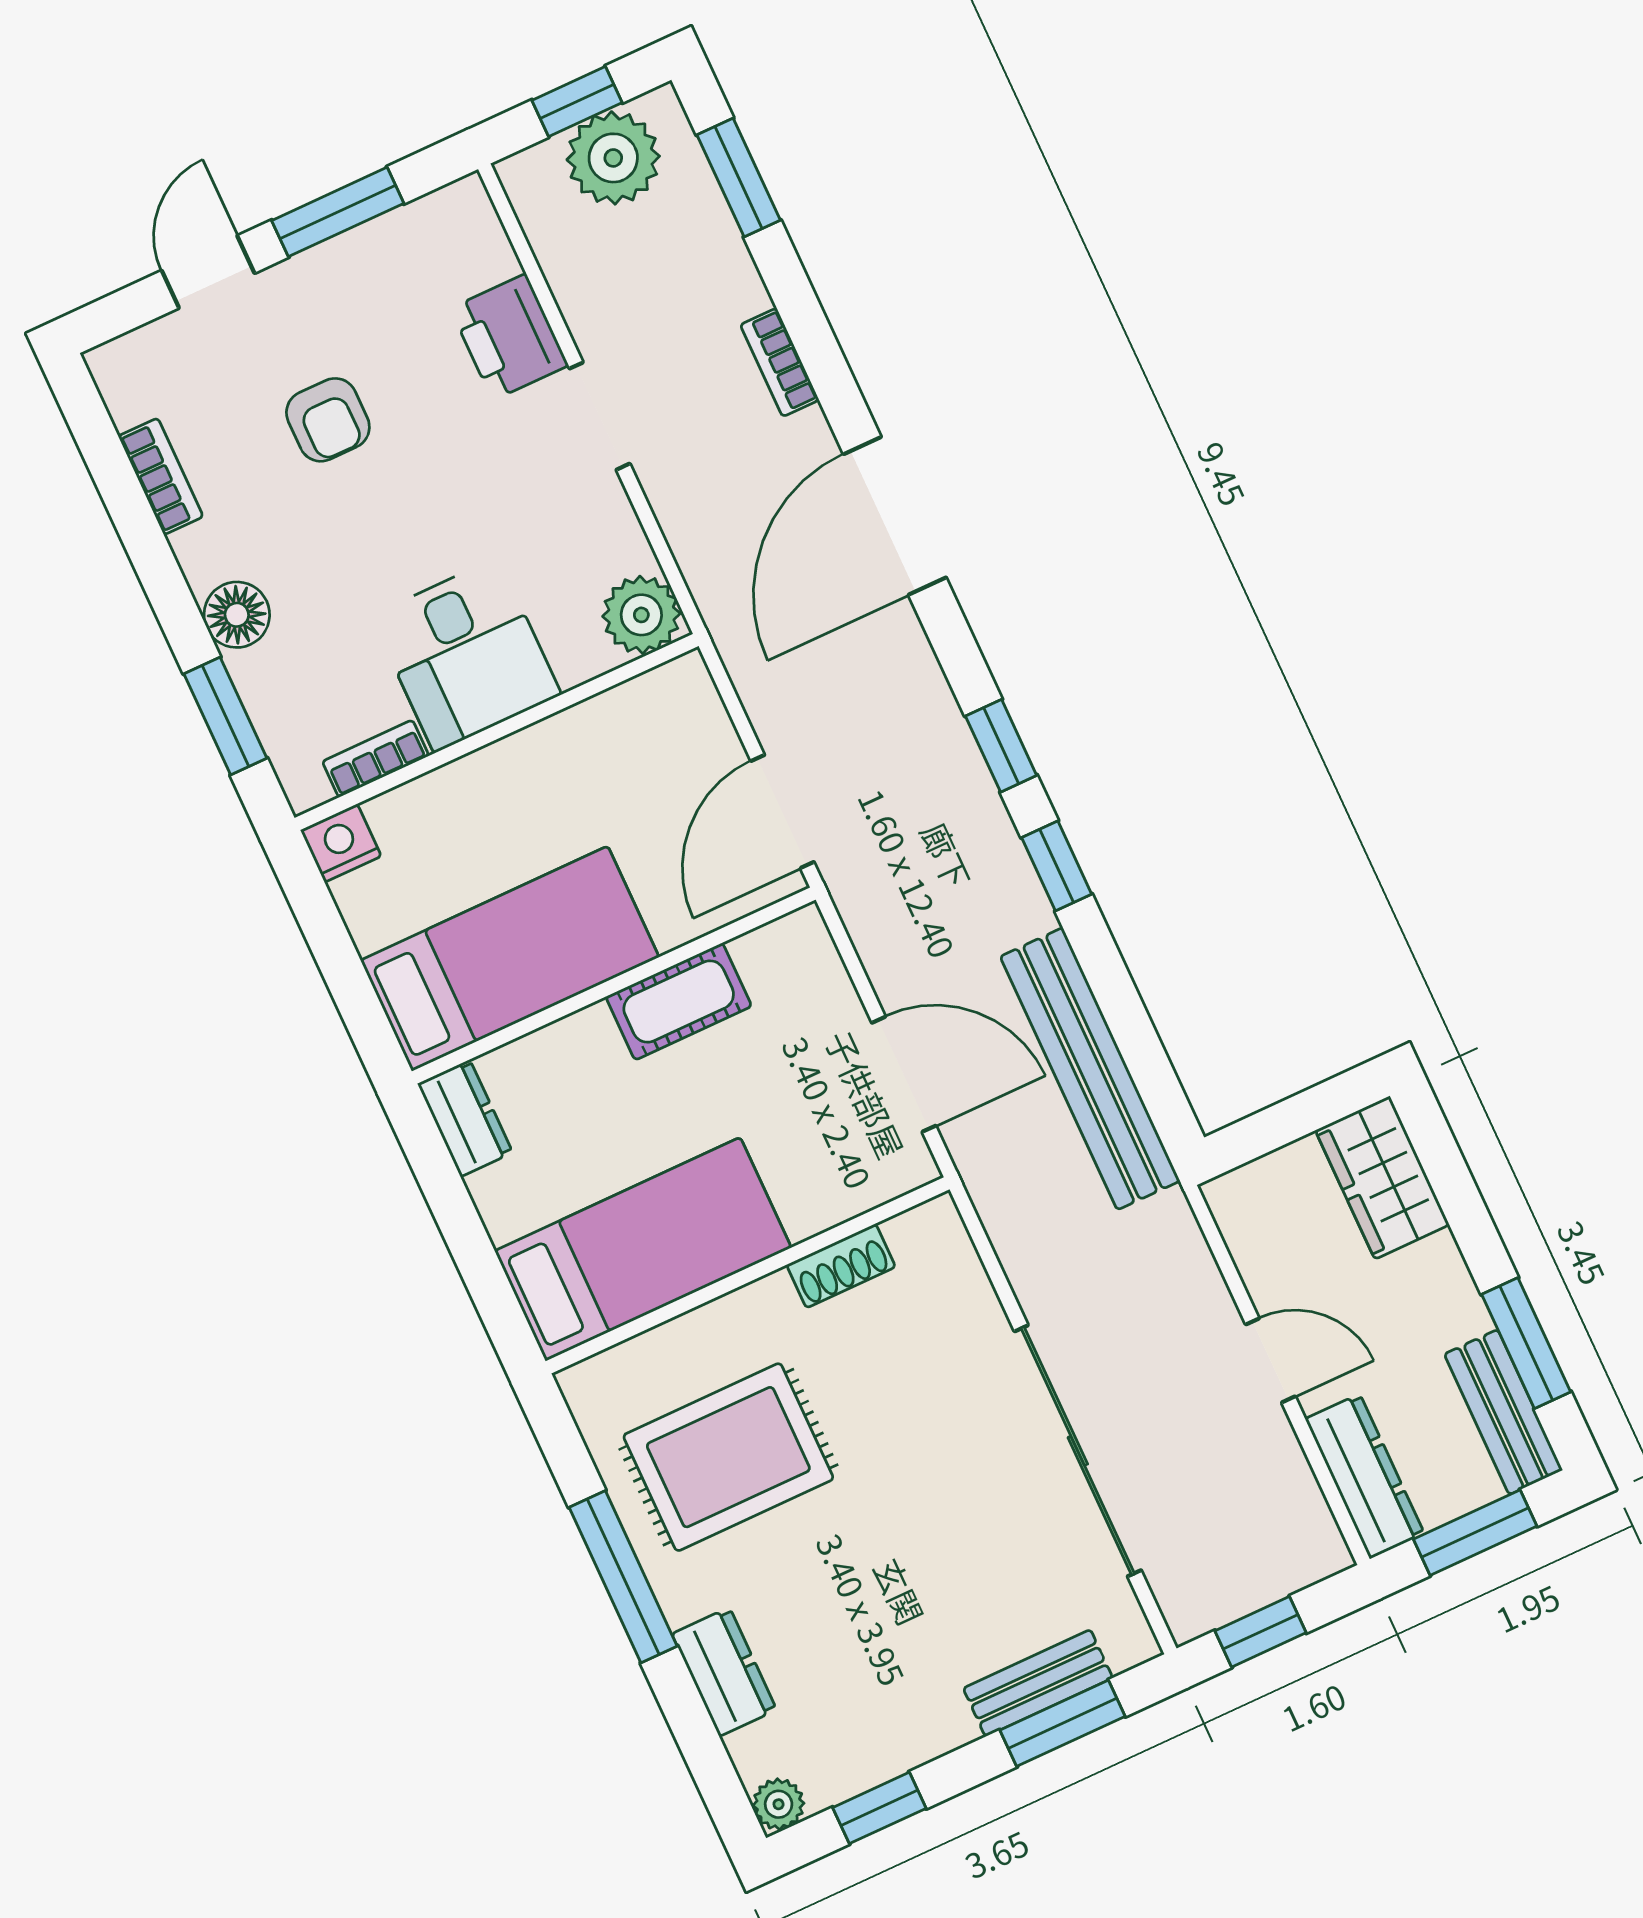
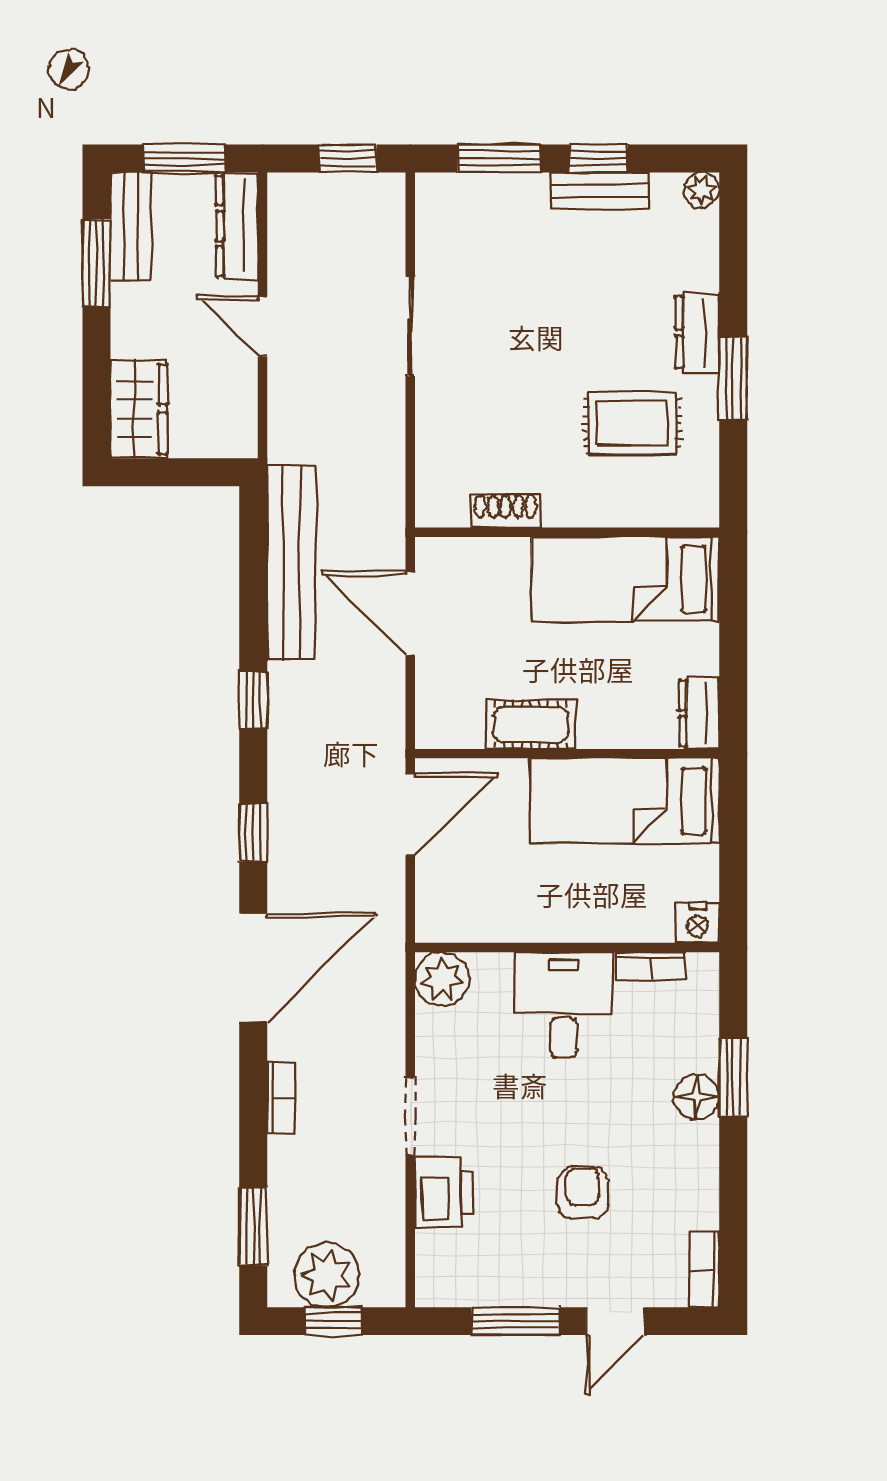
bookcase: (161, 476) -> (704, 1269), moved
window: (225, 716) -> (733, 1078), moved
window: (1001, 746) -> (253, 832), moved
sliding door: (1078, 1451) -> (410, 326), width x0.54
rug: (728, 1457) -> (632, 423), width x0.73, depth x0.70
window: (623, 1577) -> (733, 379), width x0.69
dresser: (724, 1672) -> (697, 332), moved
bench: (1038, 1683) -> (600, 191), moved
window: (879, 1808) -> (599, 158), moved

